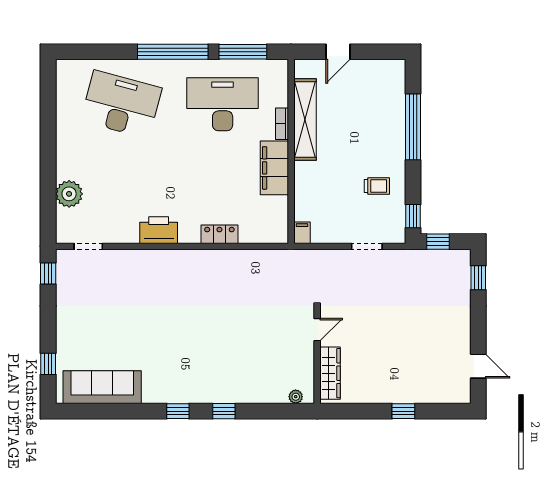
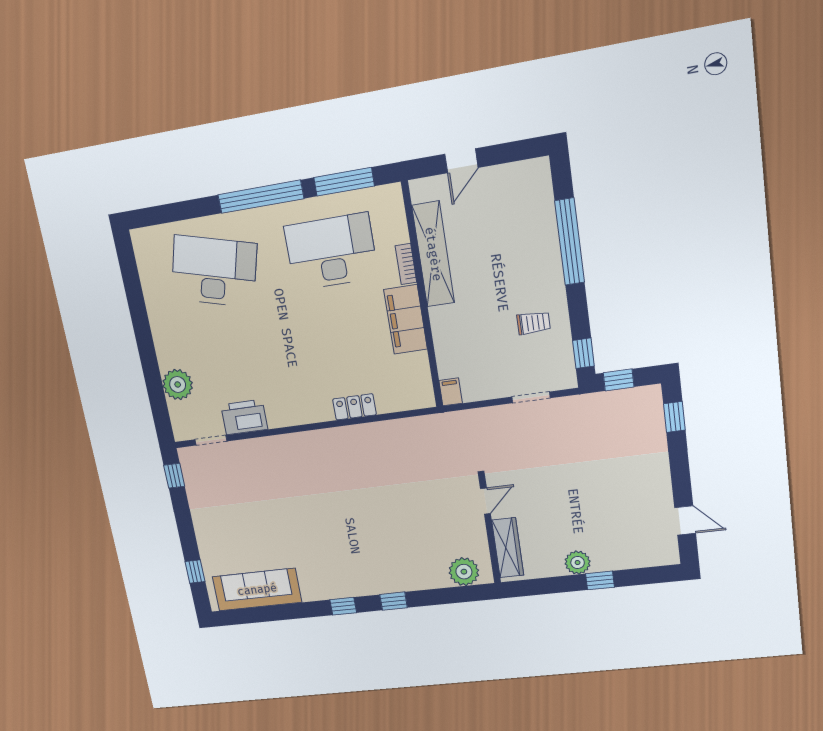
printer: (159, 230) -> (244, 417), moved
plant: (387, 393) -> (578, 563), added
plant: (296, 397) -> (464, 572), width x1.88, depth x1.88

